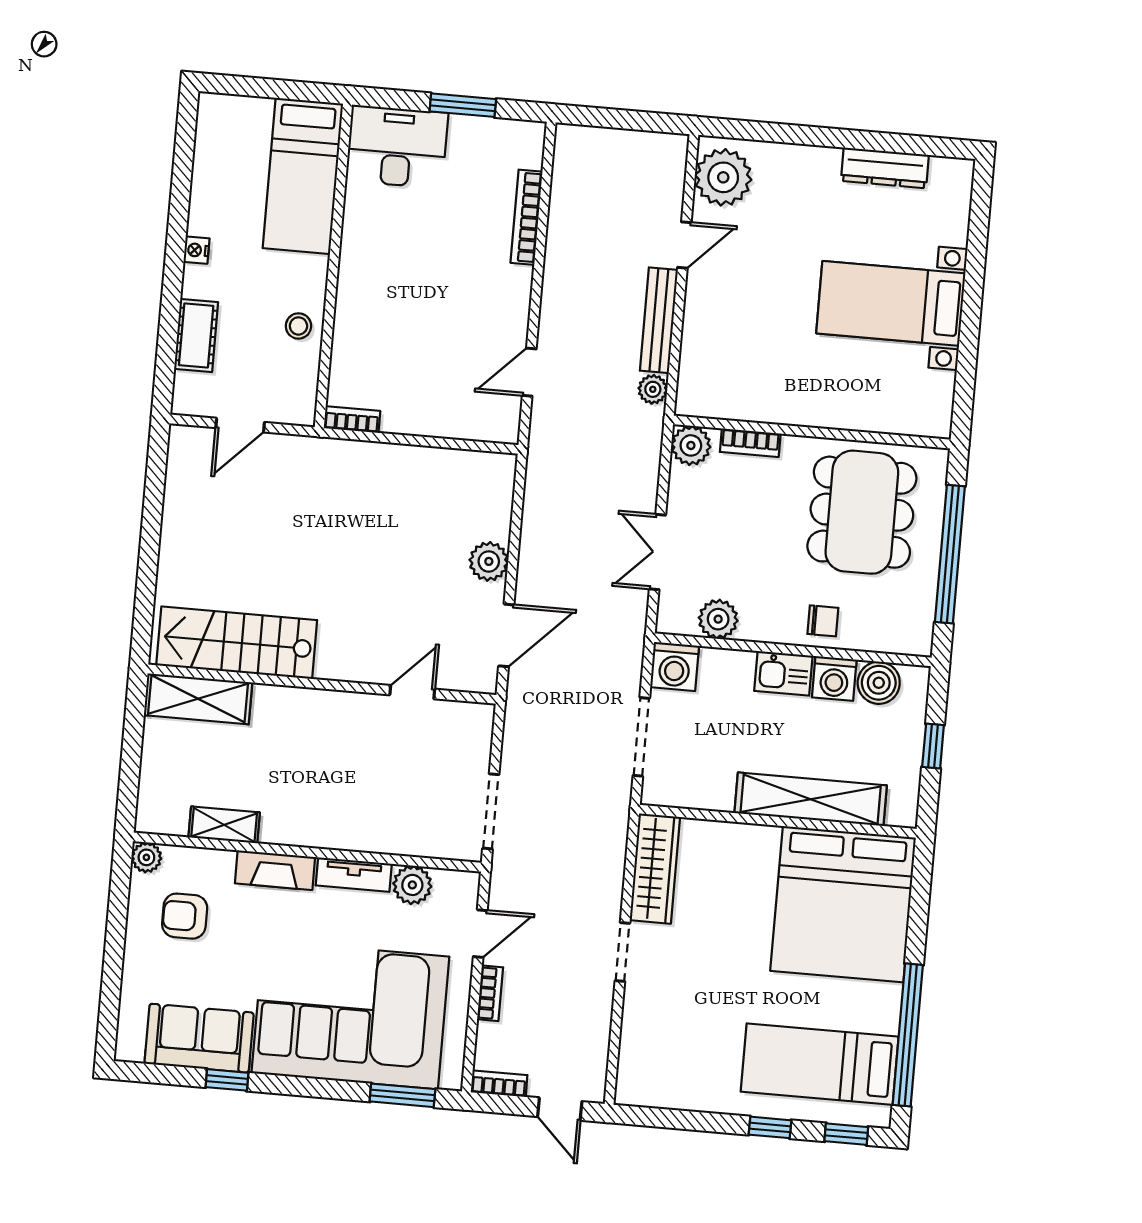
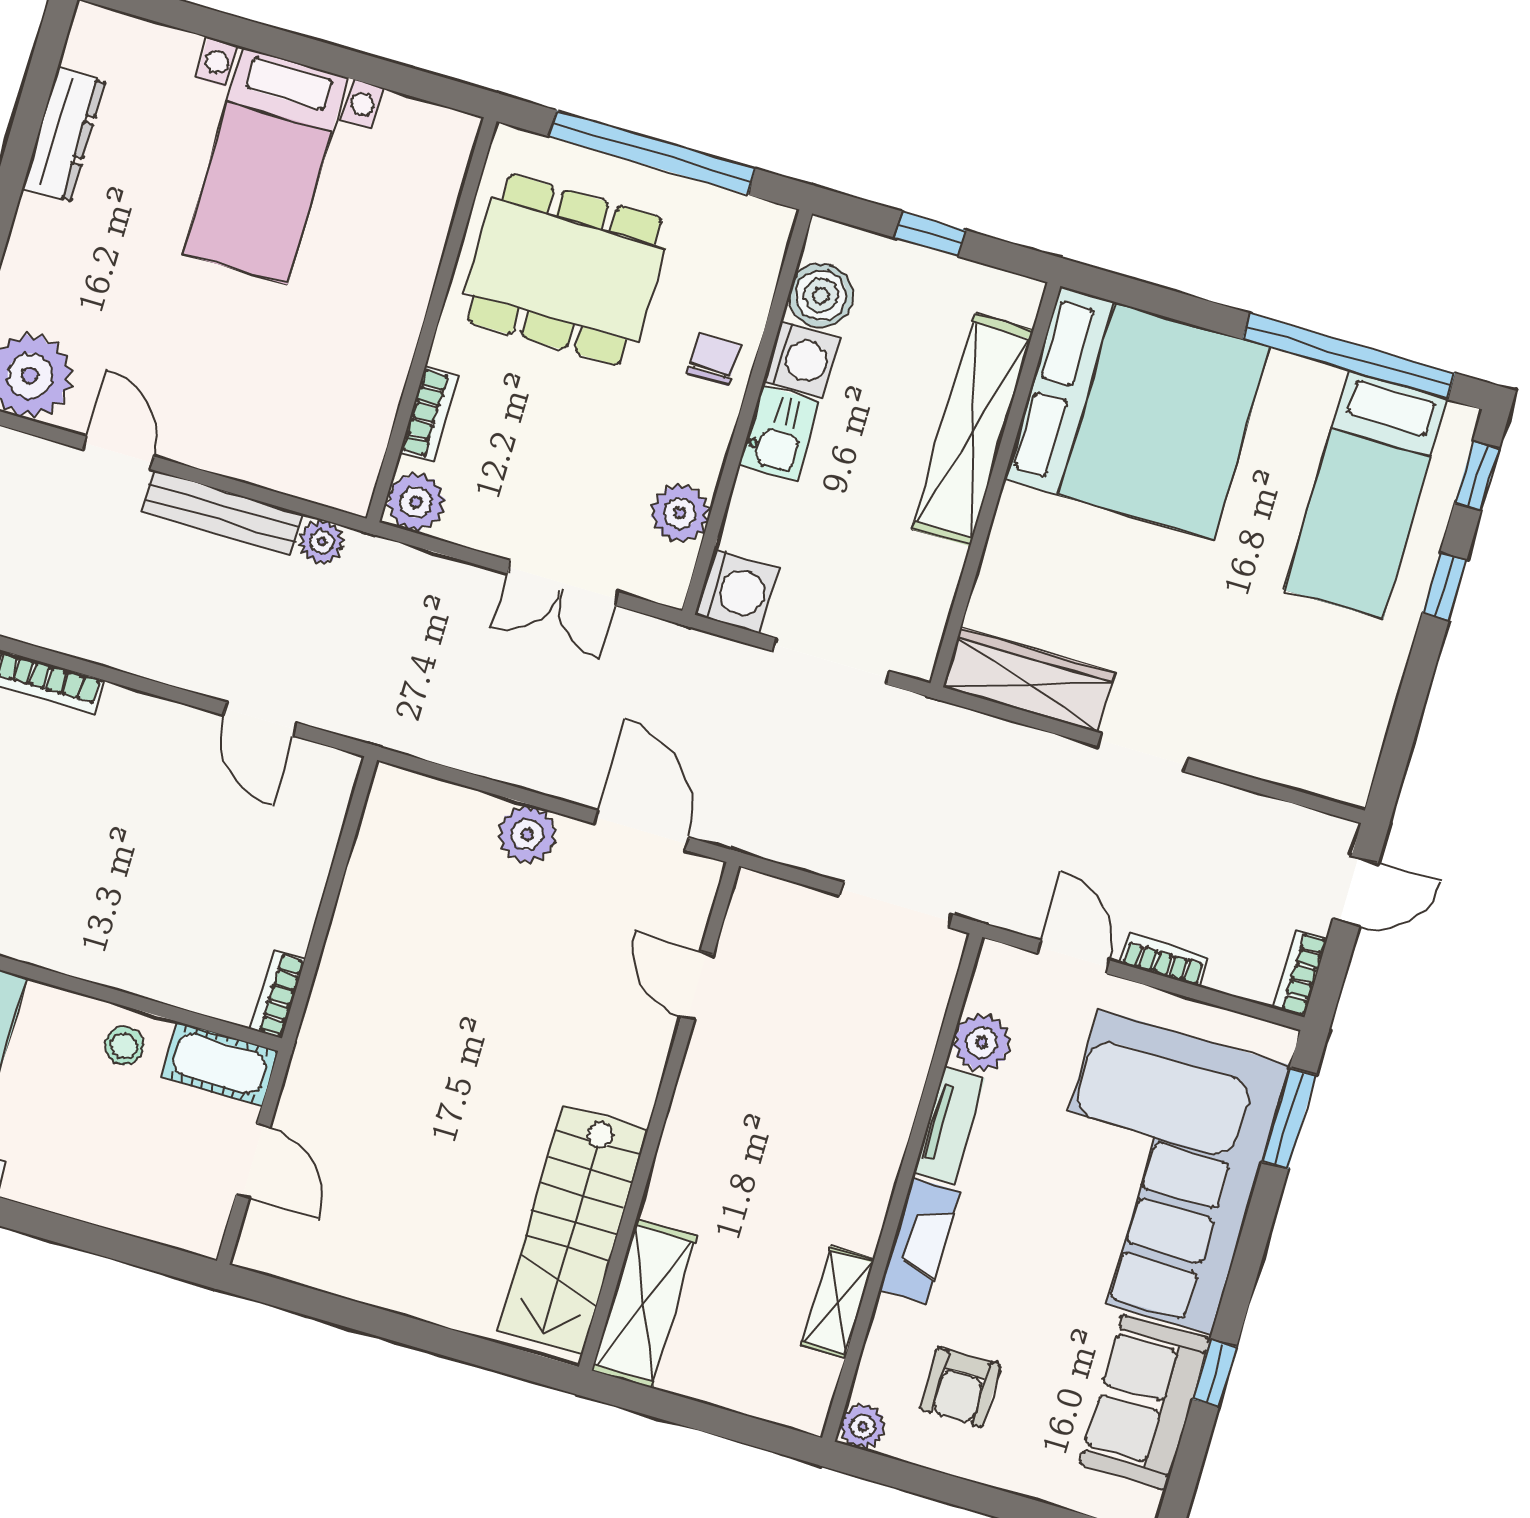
cot: (196, 336) -> (220, 1064), moved

